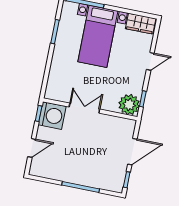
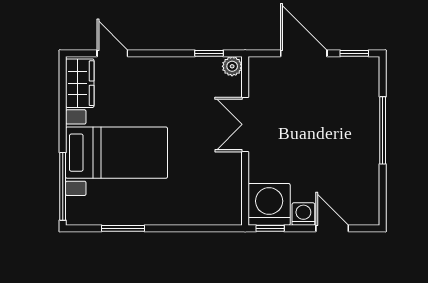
door: (150, 61) -> (112, 53), moved
plant: (129, 105) -> (232, 66), width x0.53, depth x0.53
double door: (84, 108) -> (245, 124), moved
washing machine: (43, 134) -> (303, 214), added

